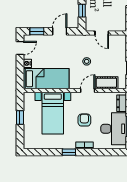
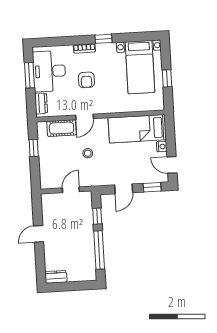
door: (102, 33) -> (71, 190), hinge flipped
door: (20, 48) -> (172, 165), hinge flipped
bed with nightstands: (53, 113) -> (140, 67), moved, turned 180

